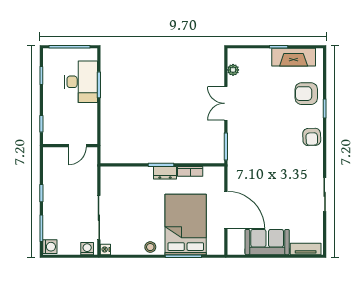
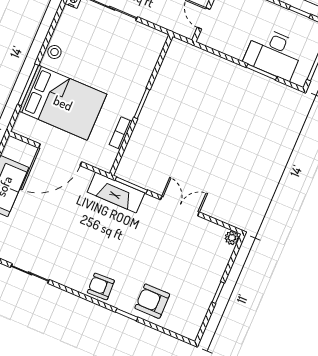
fireplace: (294, 57) -> (116, 193), moved, turned -90
plant: (233, 70) -> (232, 238), moved
armchair: (306, 94) -> (152, 301), turned -90
dresser: (165, 173) -> (131, 104), removed

